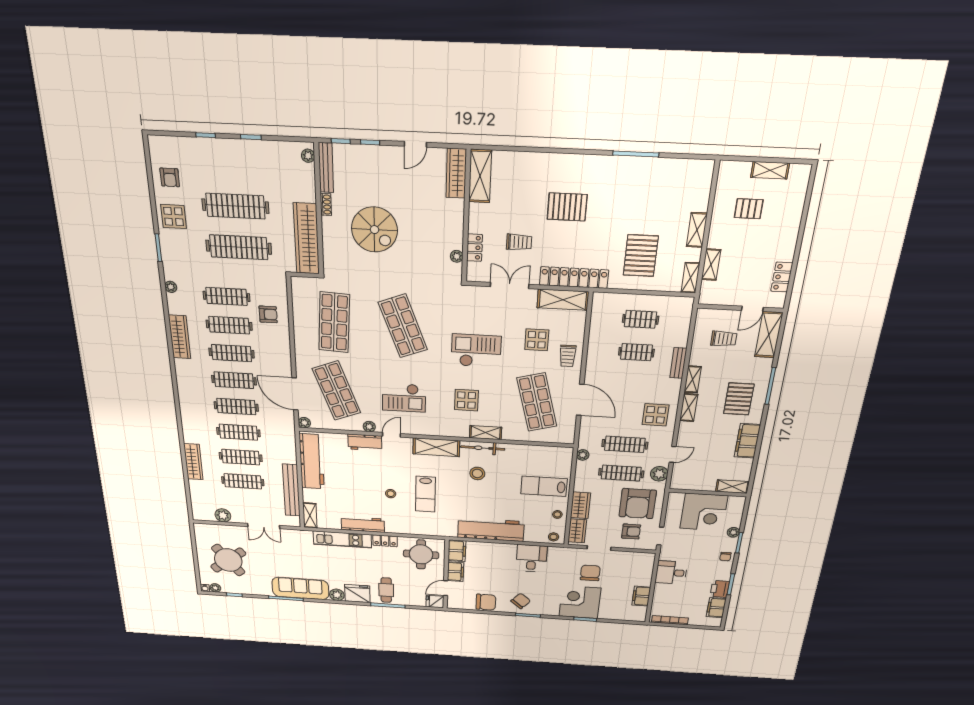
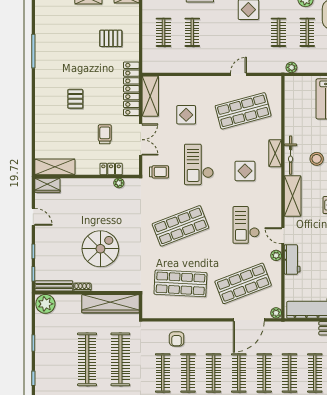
plant: (308, 156) -> (45, 304), width x1.88, depth x1.88
wardrobe: (456, 173) -> (47, 185), width x0.67
pallet: (567, 207) -> (75, 99), width x0.67, depth x0.71
pallet: (641, 256) -> (111, 38), width x0.67, depth x0.71
double door: (510, 285) -> (141, 140), swing flipped
armchair: (268, 314) -> (177, 339), turned 180
trolley: (568, 356) -> (159, 172), moved
checkout: (404, 398) -> (246, 225), turned 180
door: (580, 400) -> (238, 74), width x0.53
clothes rail: (625, 444) -> (279, 32), width x0.73
clothes rail: (621, 473) -> (307, 32), width x0.73

